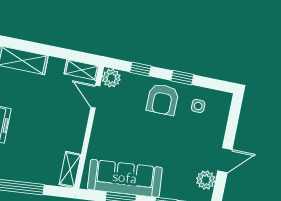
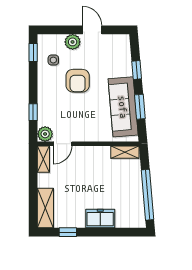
window: (182, 78) -> (33, 53), moved
armchair: (163, 99) -> (78, 81), moved, turned 90
plant: (206, 180) -> (73, 42), moved

